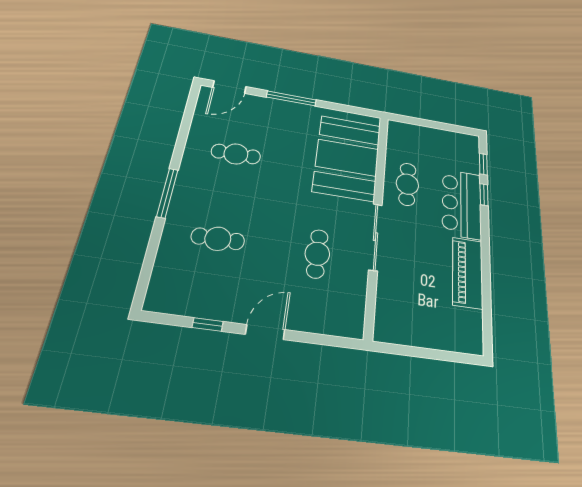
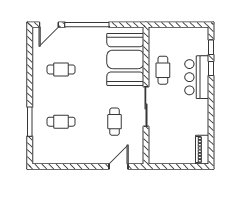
window: (291, 98) -> (87, 25), width x1.46
window: (167, 193) -> (30, 122), moved
piano: (468, 273) -> (202, 150), moved, width x0.73, depth x0.75
window: (208, 324) -> (65, 166), removed
door: (265, 332) -> (118, 166), moved

